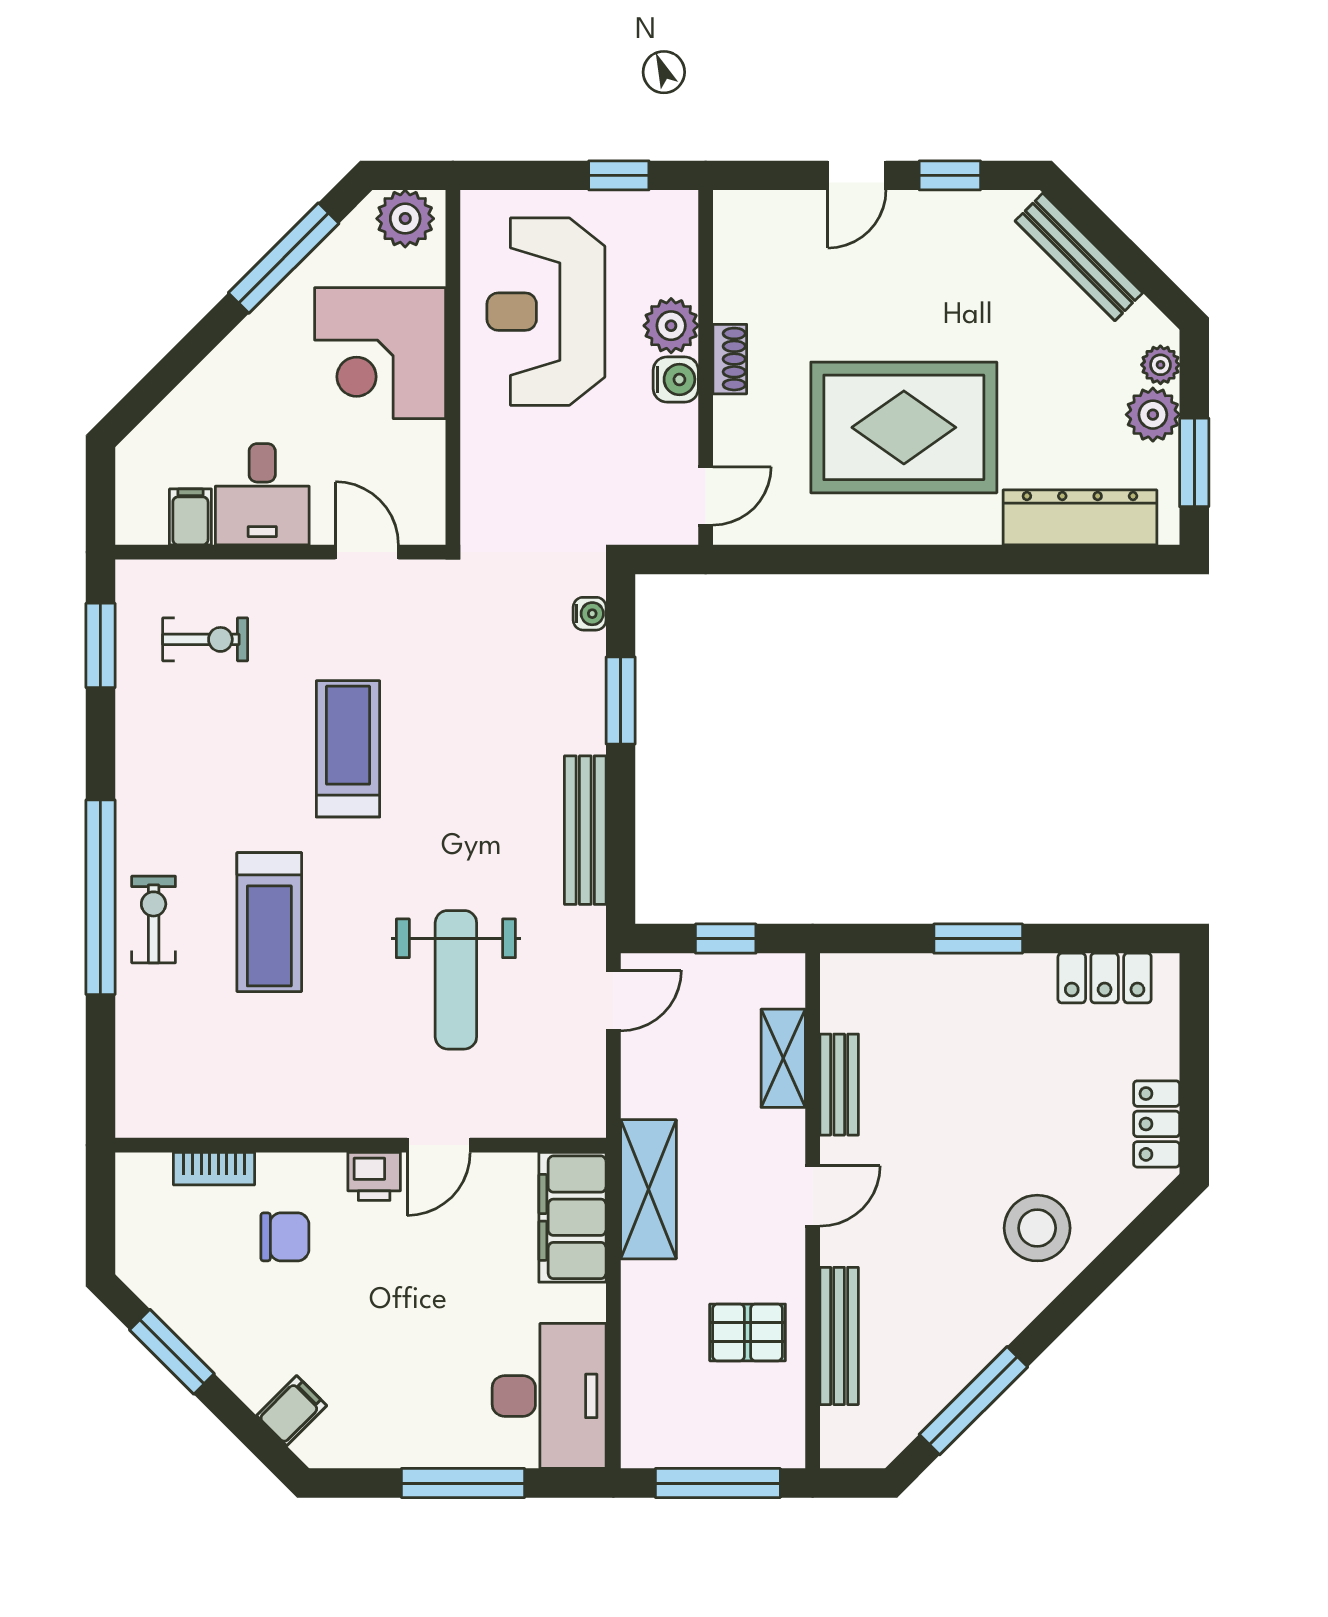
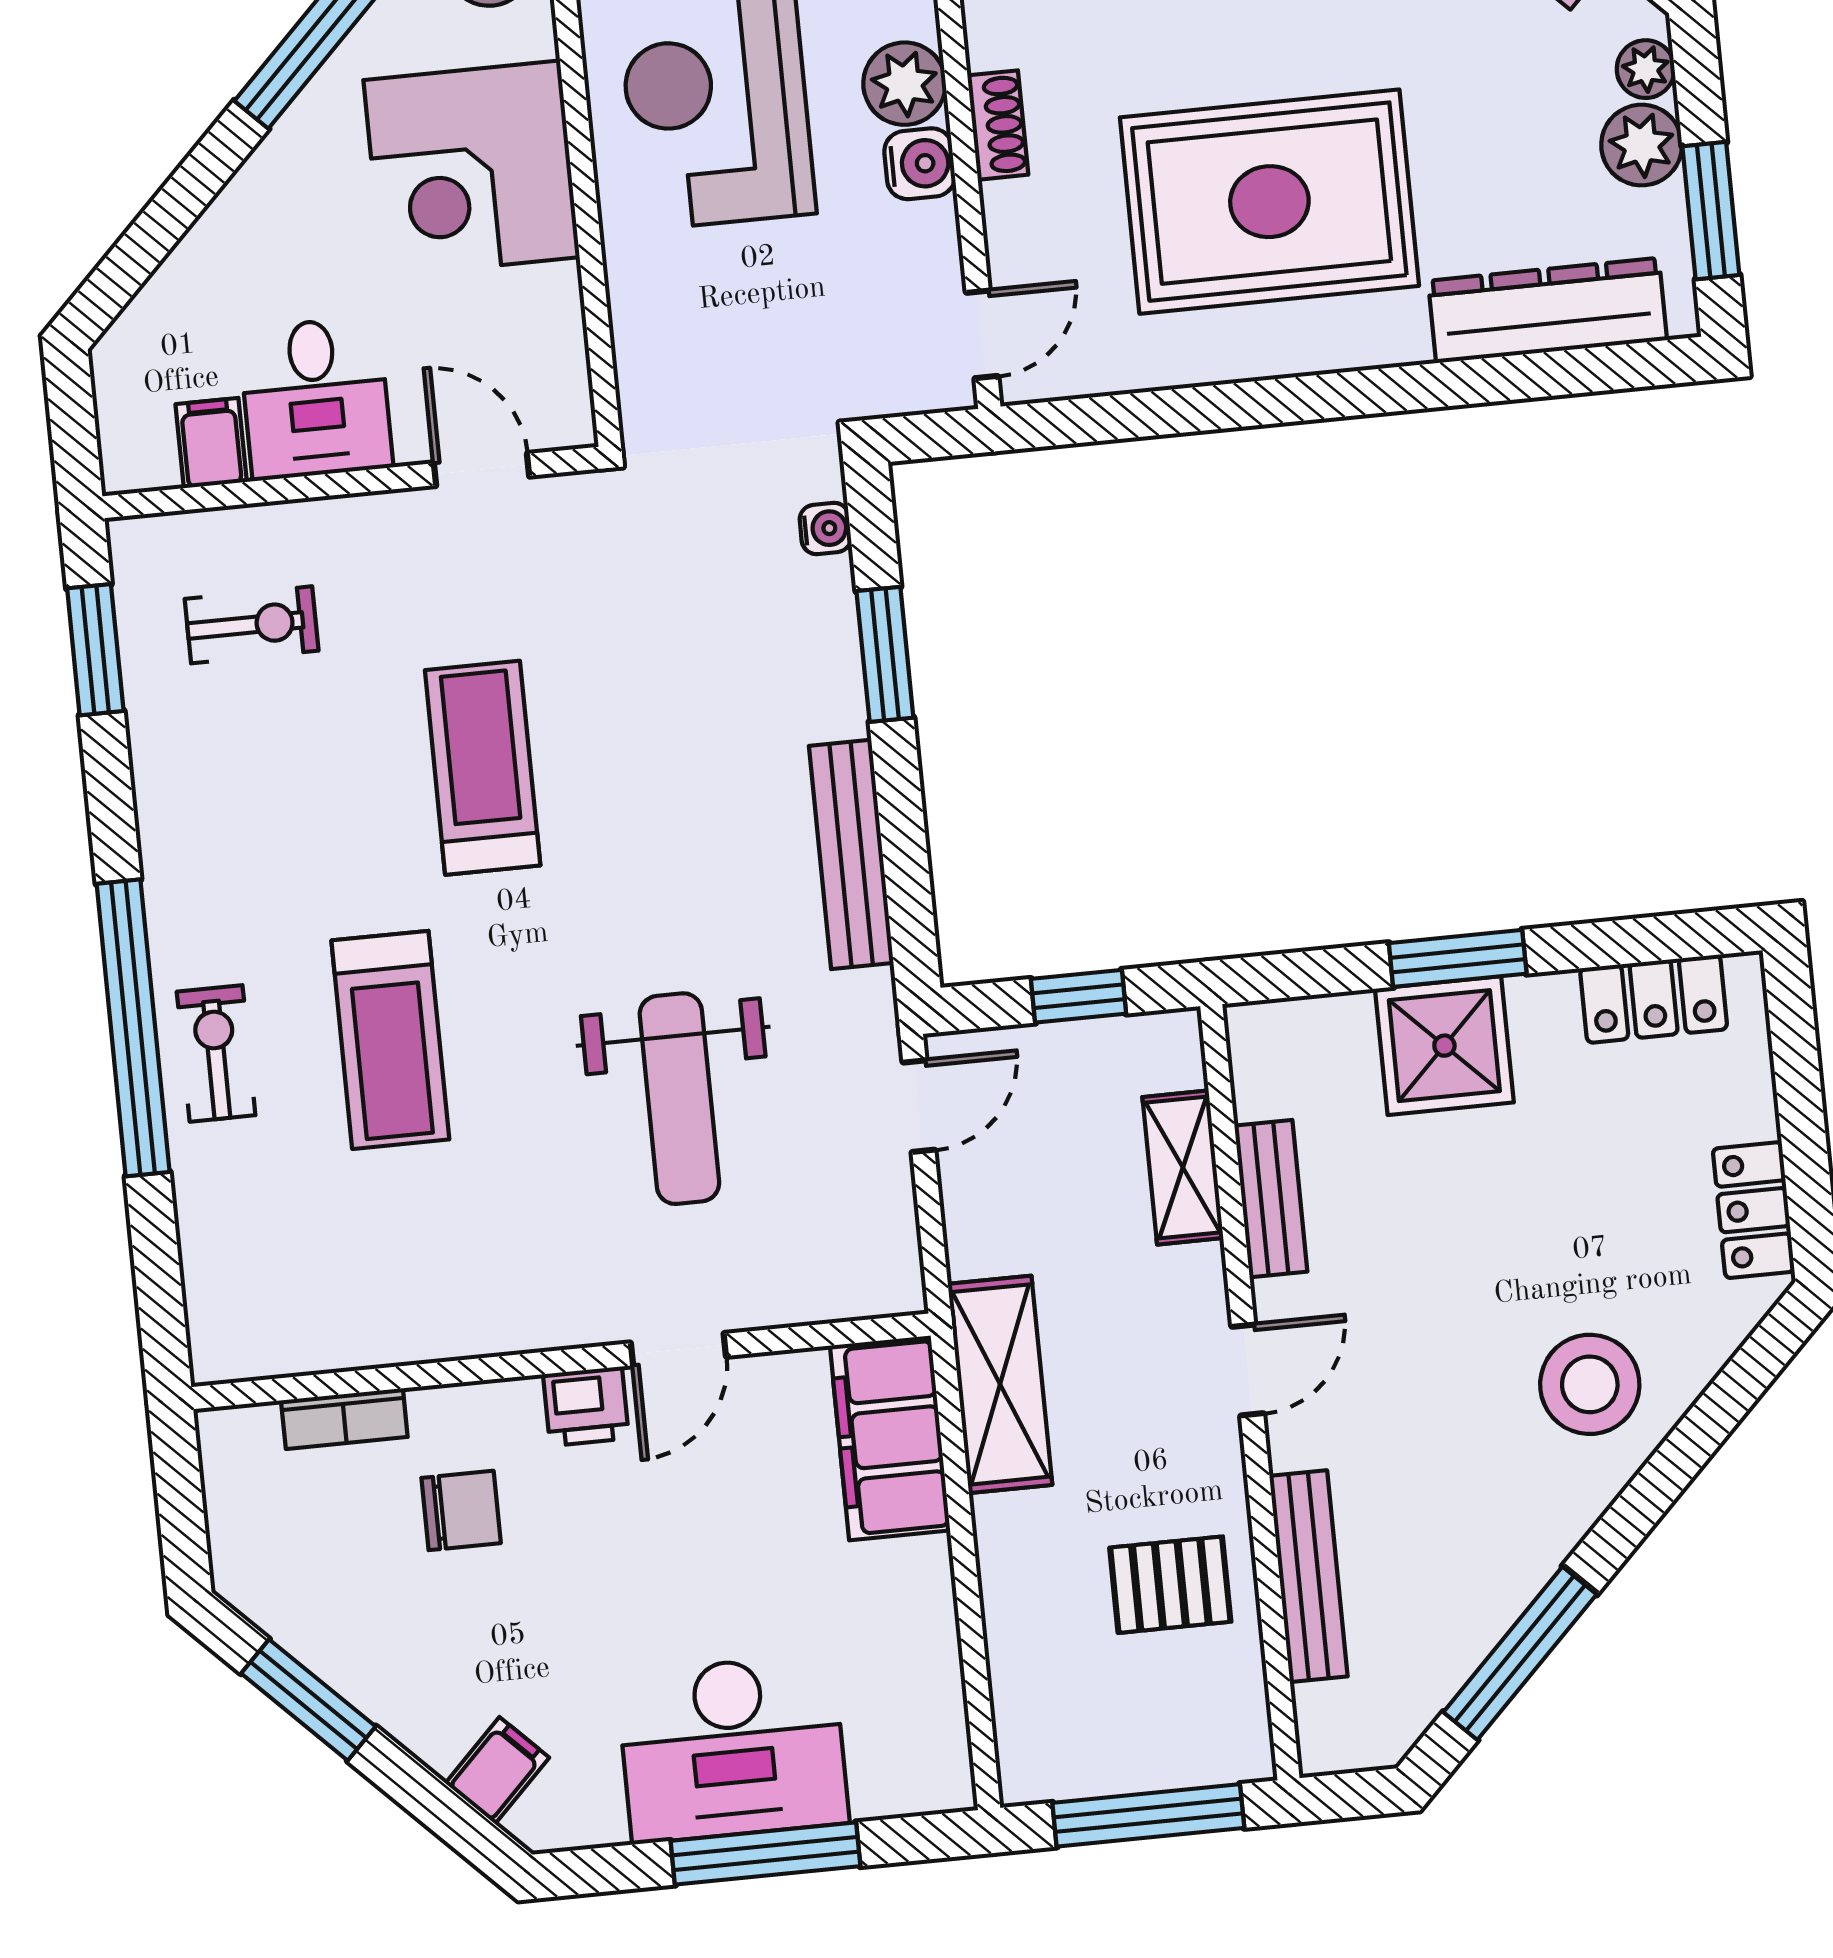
shower: (964, 995) -> (1444, 1046), added
desk: (549, 1396) -> (733, 1748), moved, turned 90

